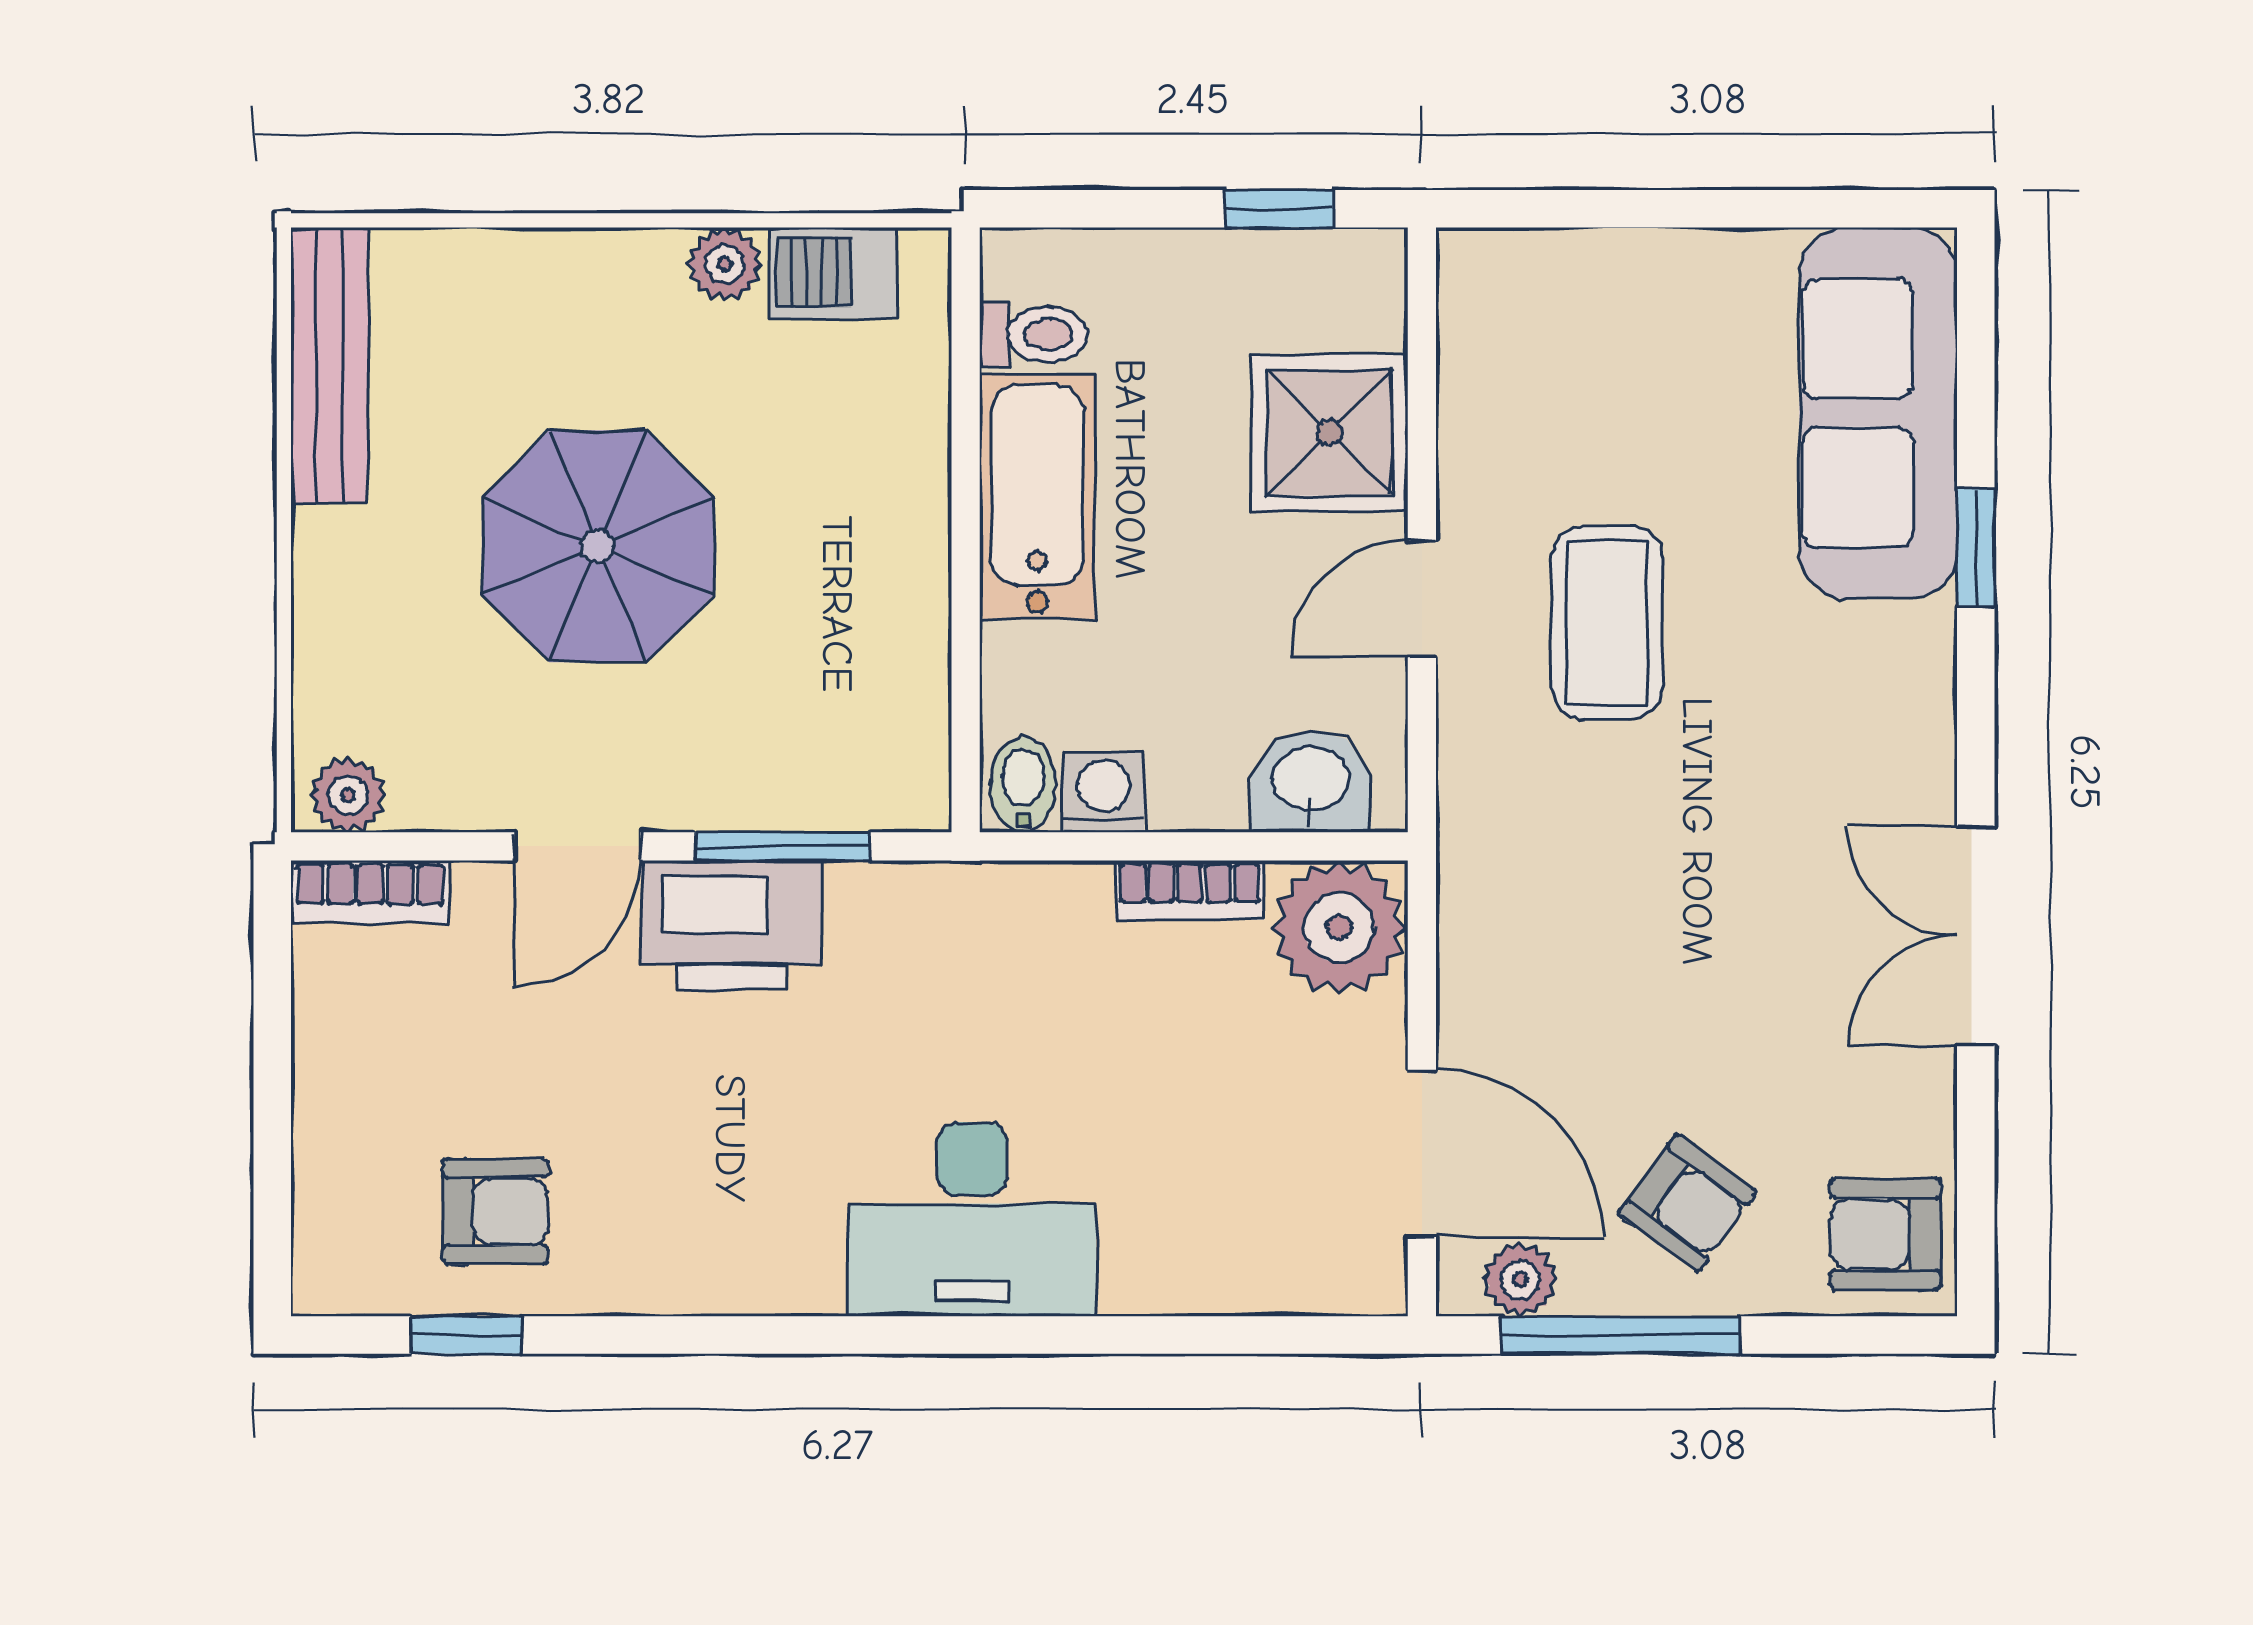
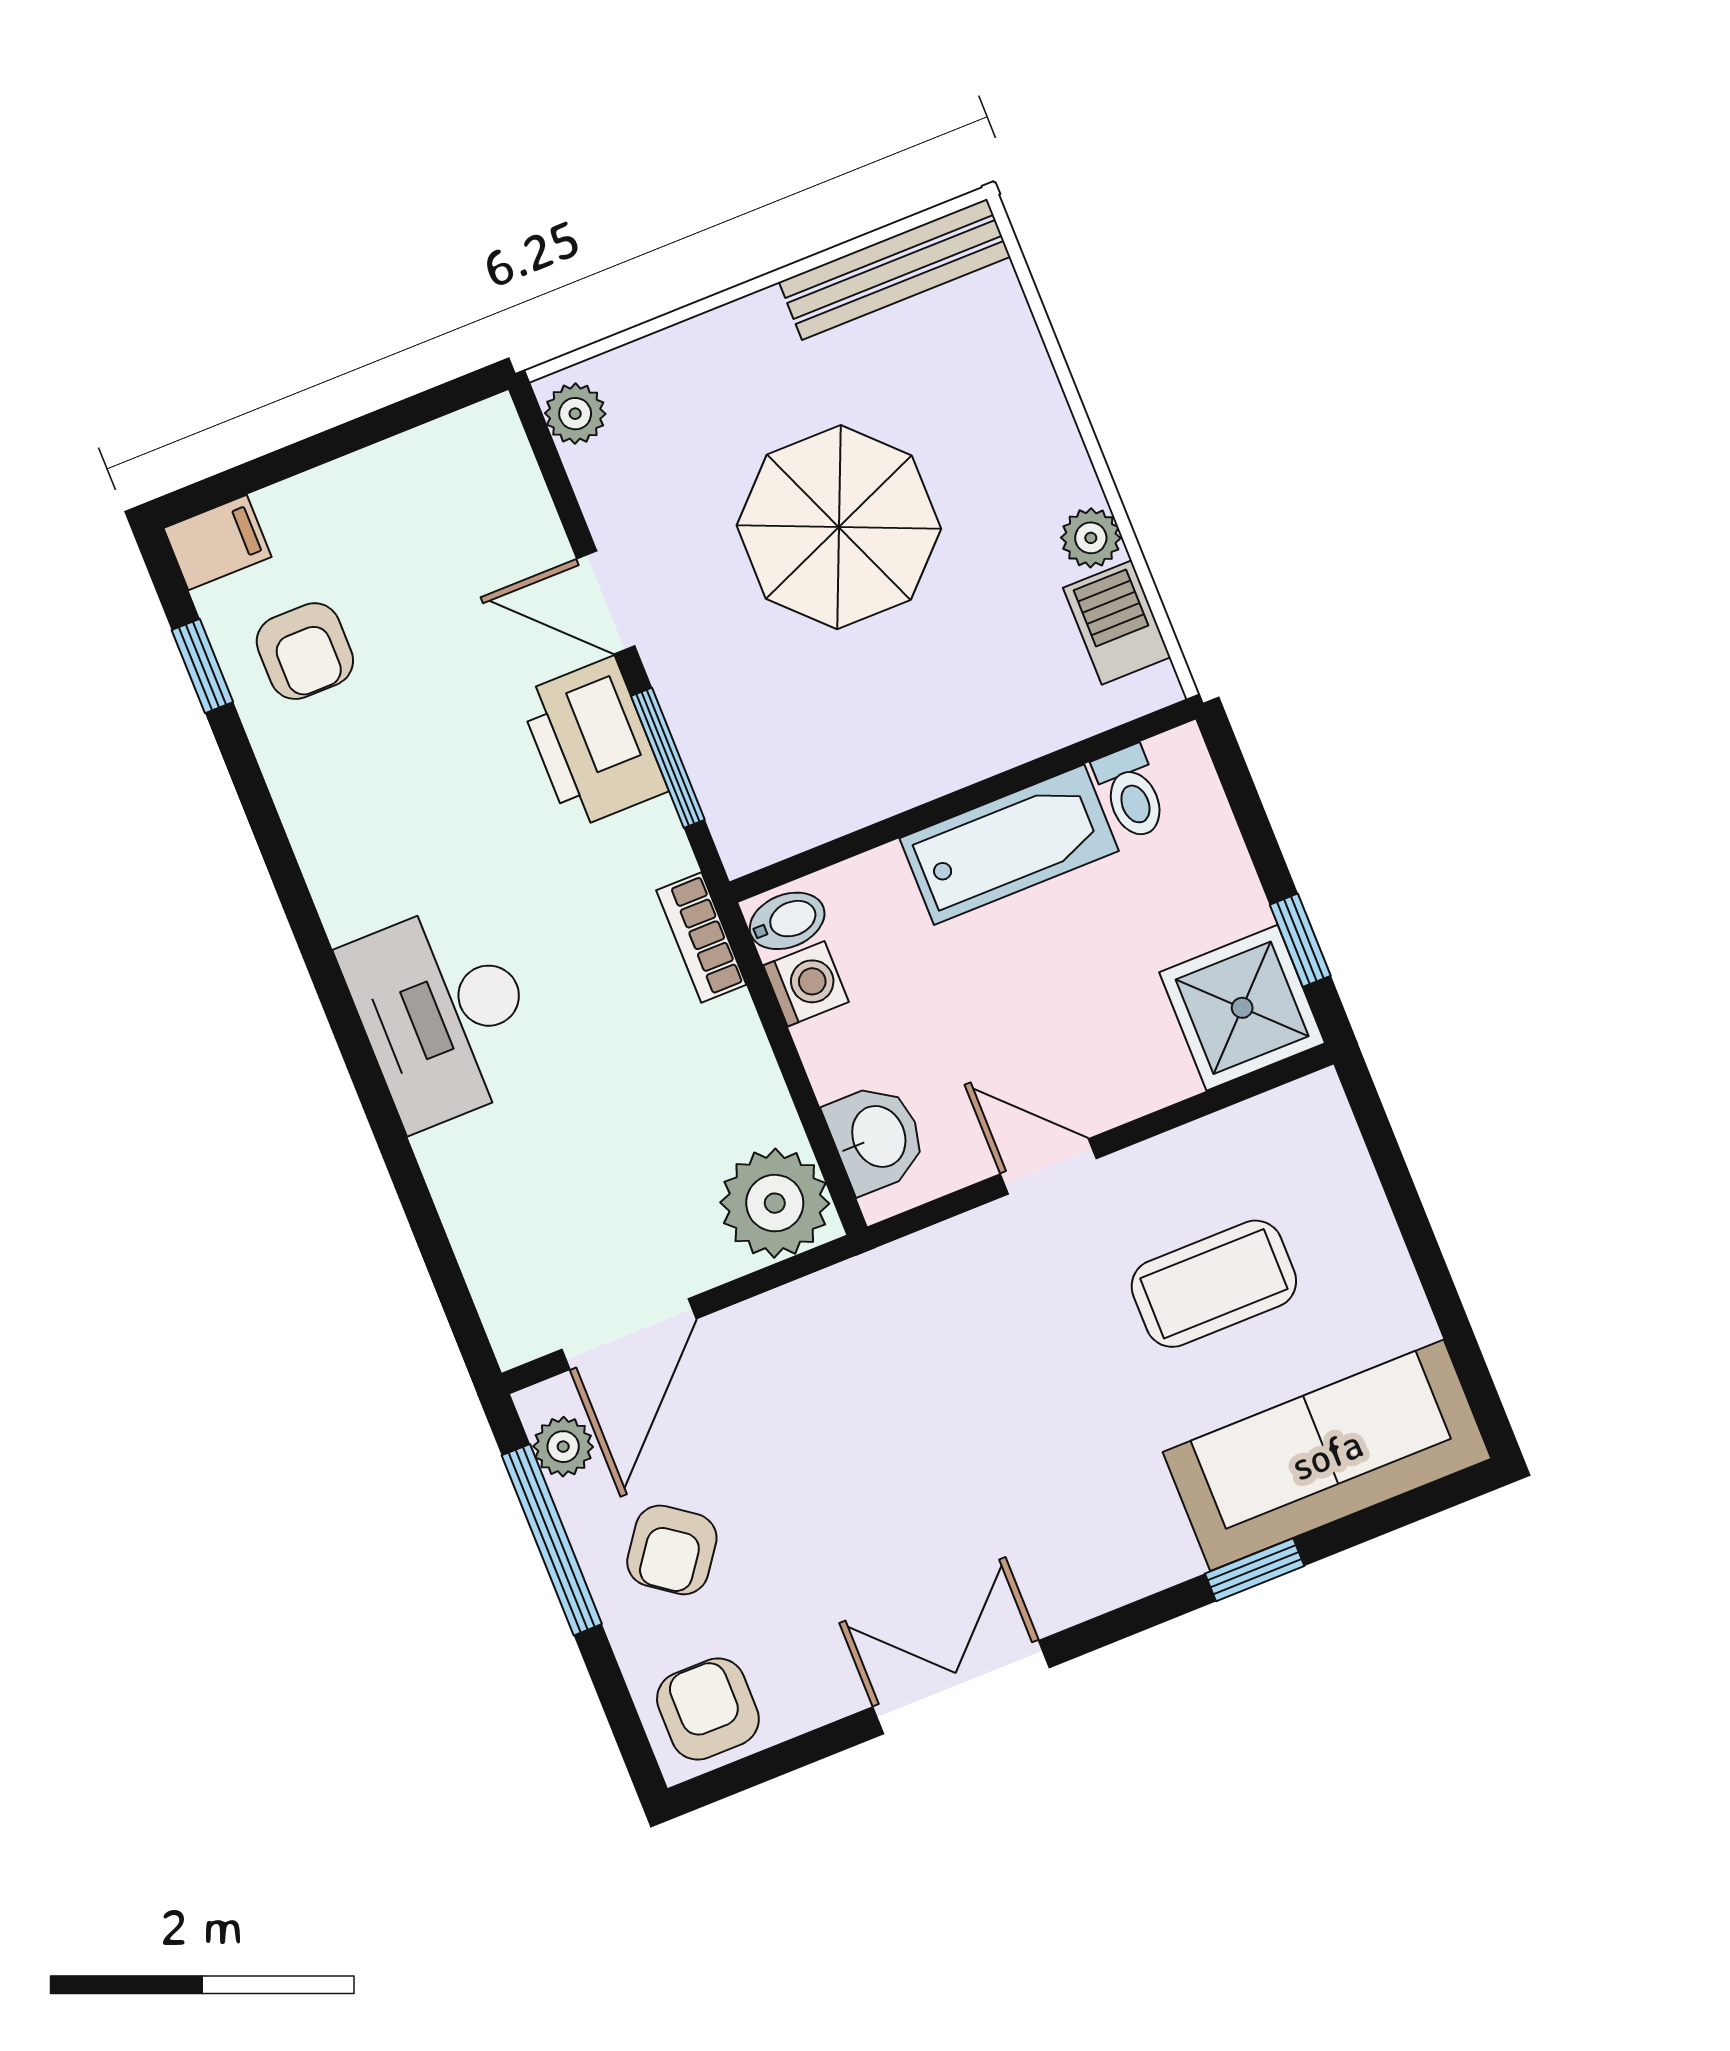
shower: (1329, 433) -> (1242, 1008), moved
coffee table: (1607, 623) -> (1214, 1284), moved
bookcase: (1190, 890) -> (701, 937), moved
bookcase: (370, 892) -> (509, 460), removed
filing cabinet: (332, 1261) -> (218, 543), added

